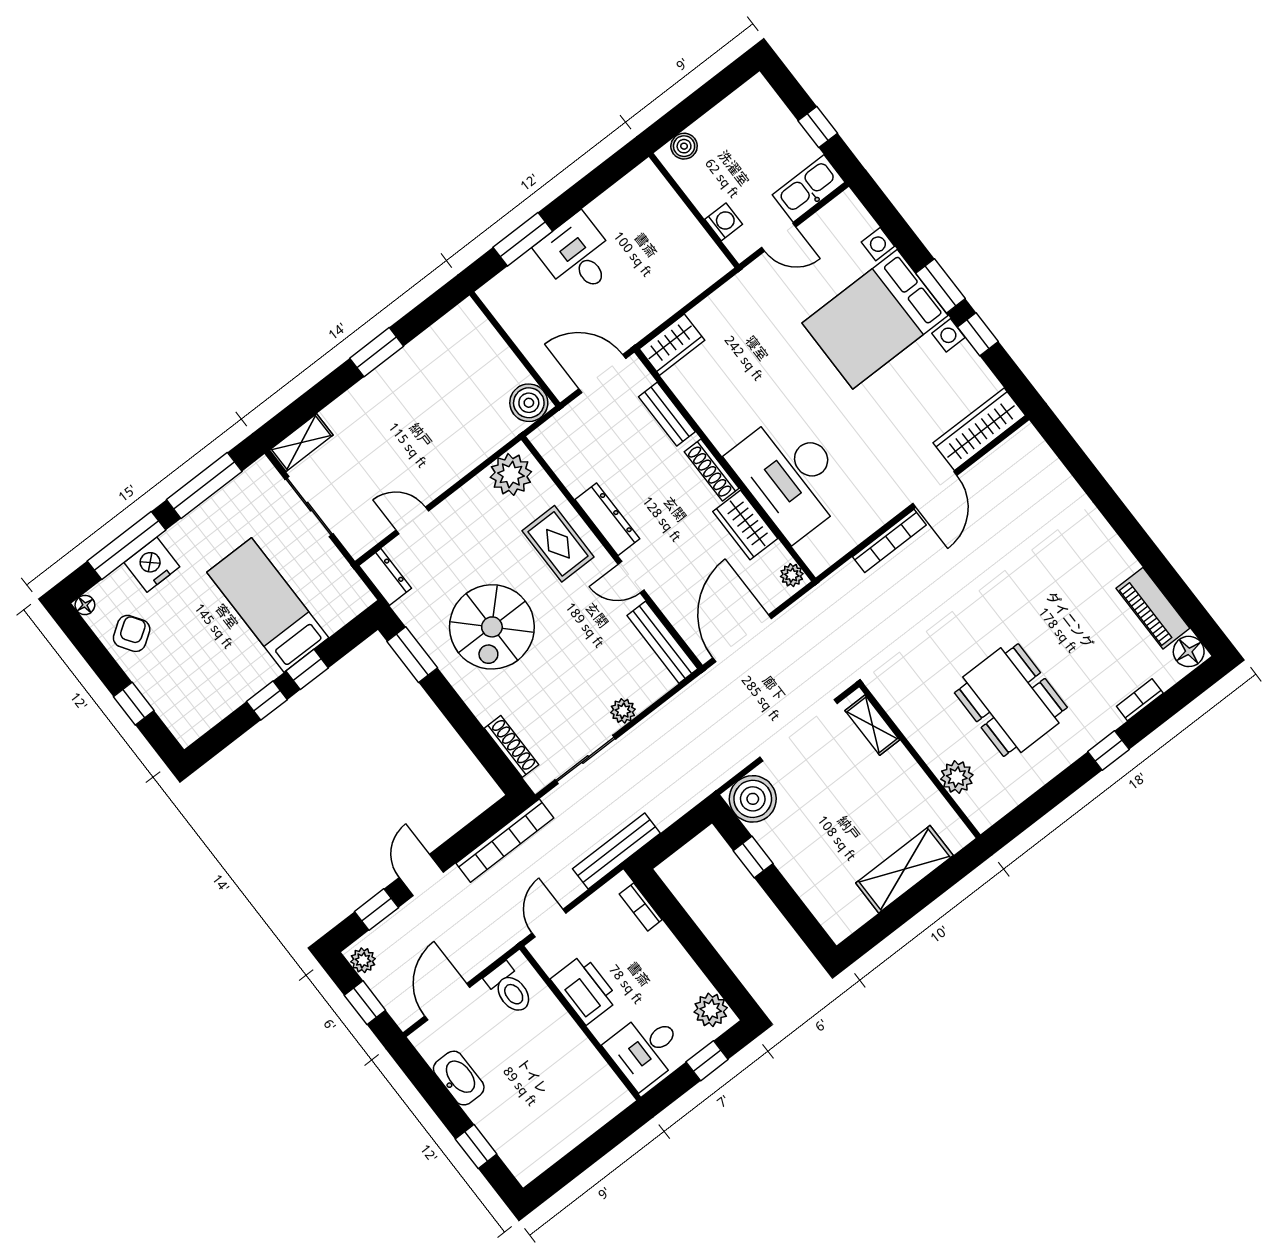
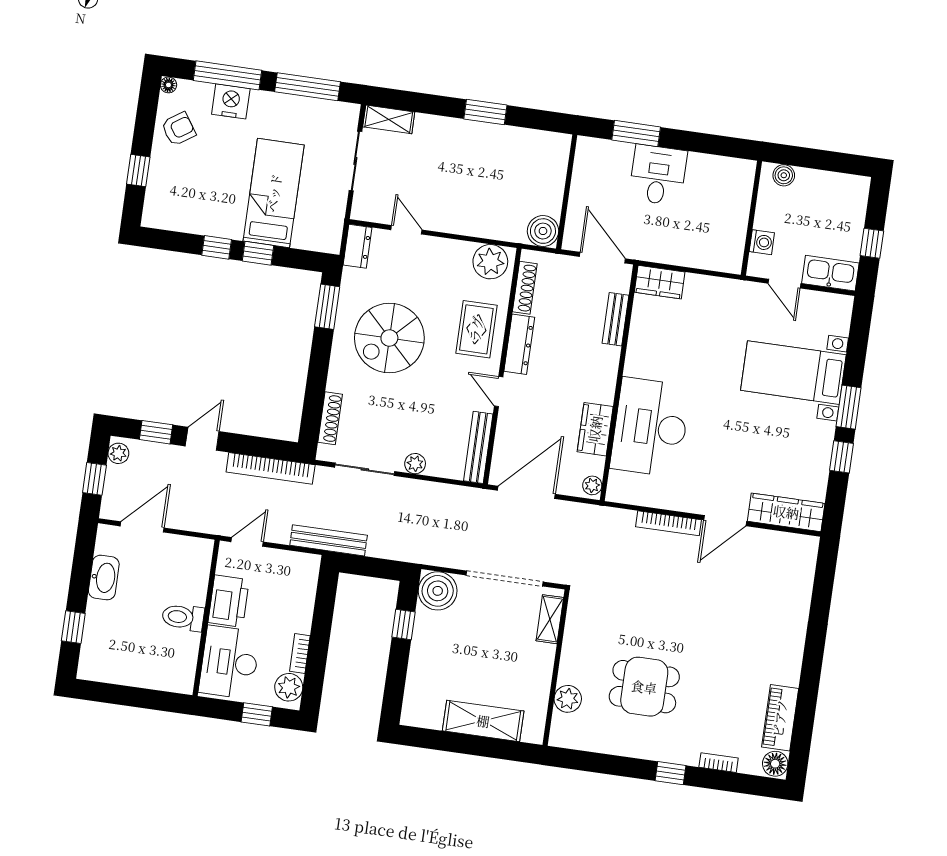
bed with nightstands: (875, 319) -> (793, 373), width x0.73
shoe rack: (712, 470) -> (525, 288), moved, turned 180
dining table: (1011, 700) -> (644, 687), width x0.73
bookcase: (641, 907) -> (300, 653), moved
toilet: (509, 989) -> (183, 617), moved, turned 90
desk: (646, 1049) -> (229, 662), width x1.37

